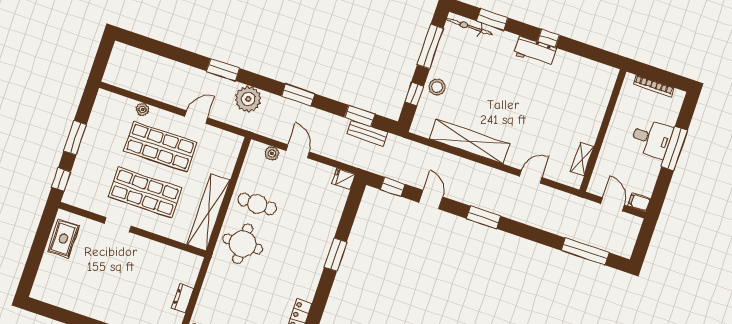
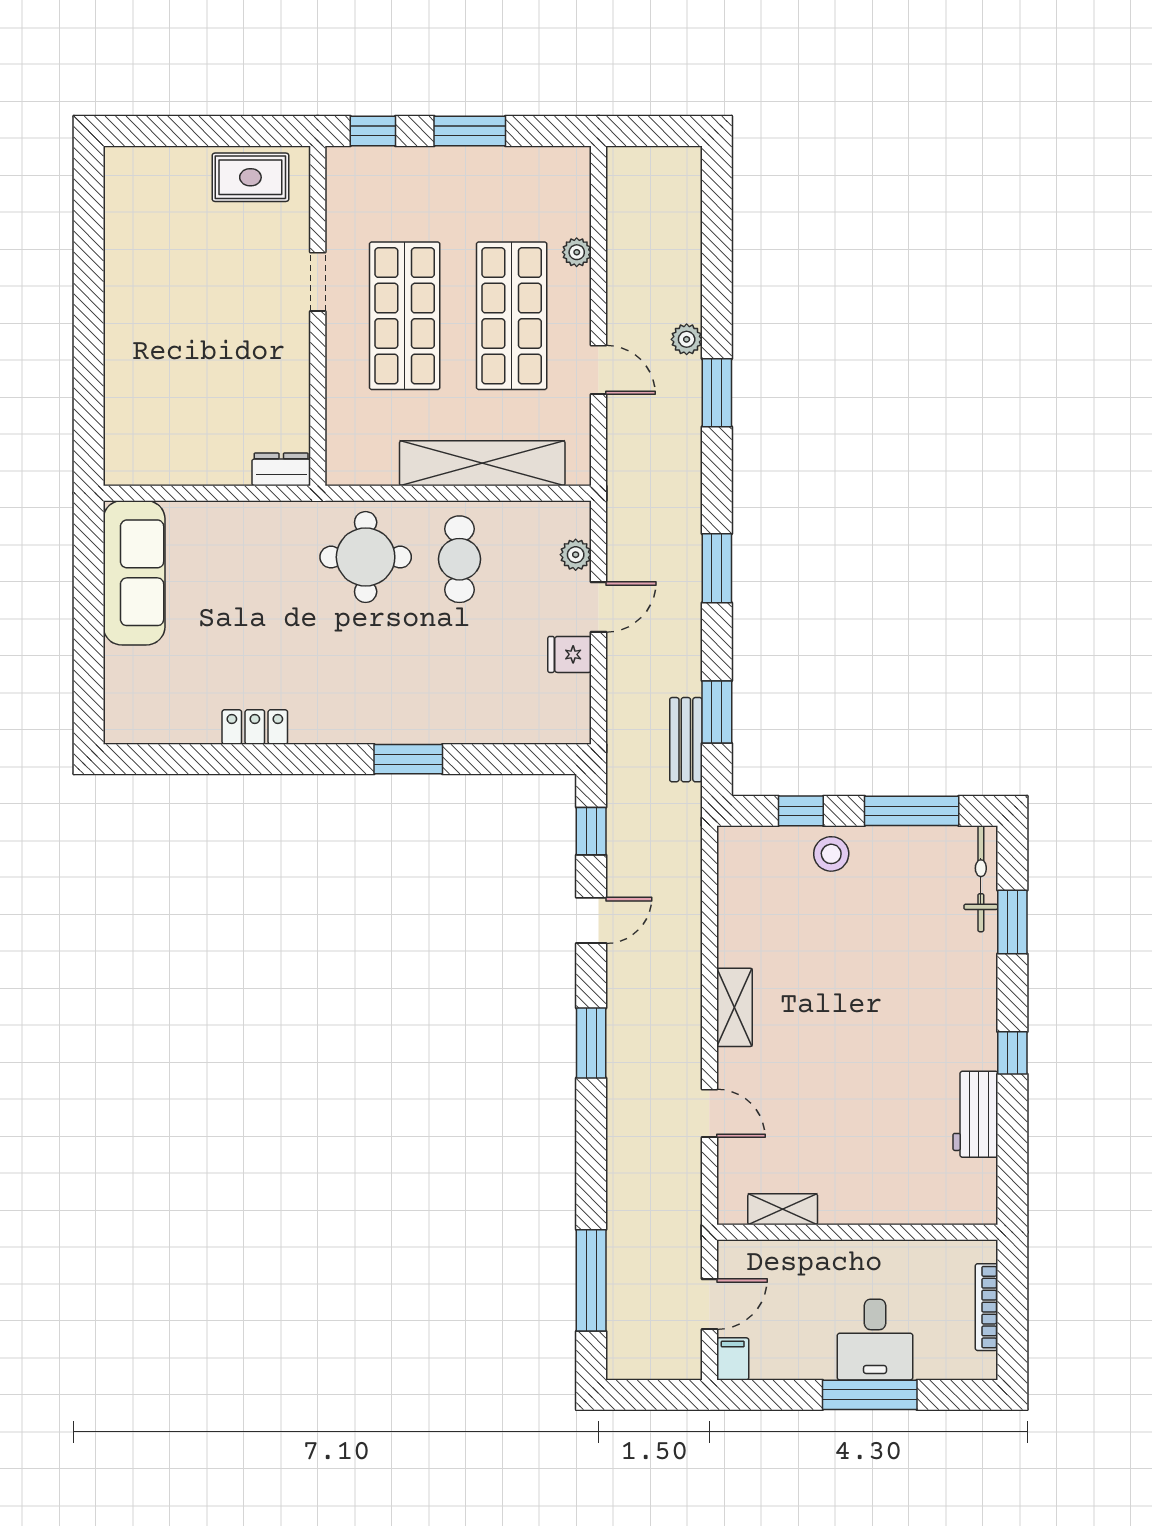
workbench: (535, 51) -> (975, 1114), moved
plant: (248, 99) -> (687, 339), moved, width x0.53, depth x0.53
shelving: (469, 141) -> (735, 1007), width x0.45, depth x0.75
fridge: (344, 179) -> (570, 654), moved, turned -90
shelving: (209, 212) -> (482, 463), moved
dresser: (183, 298) -> (281, 469), moved

